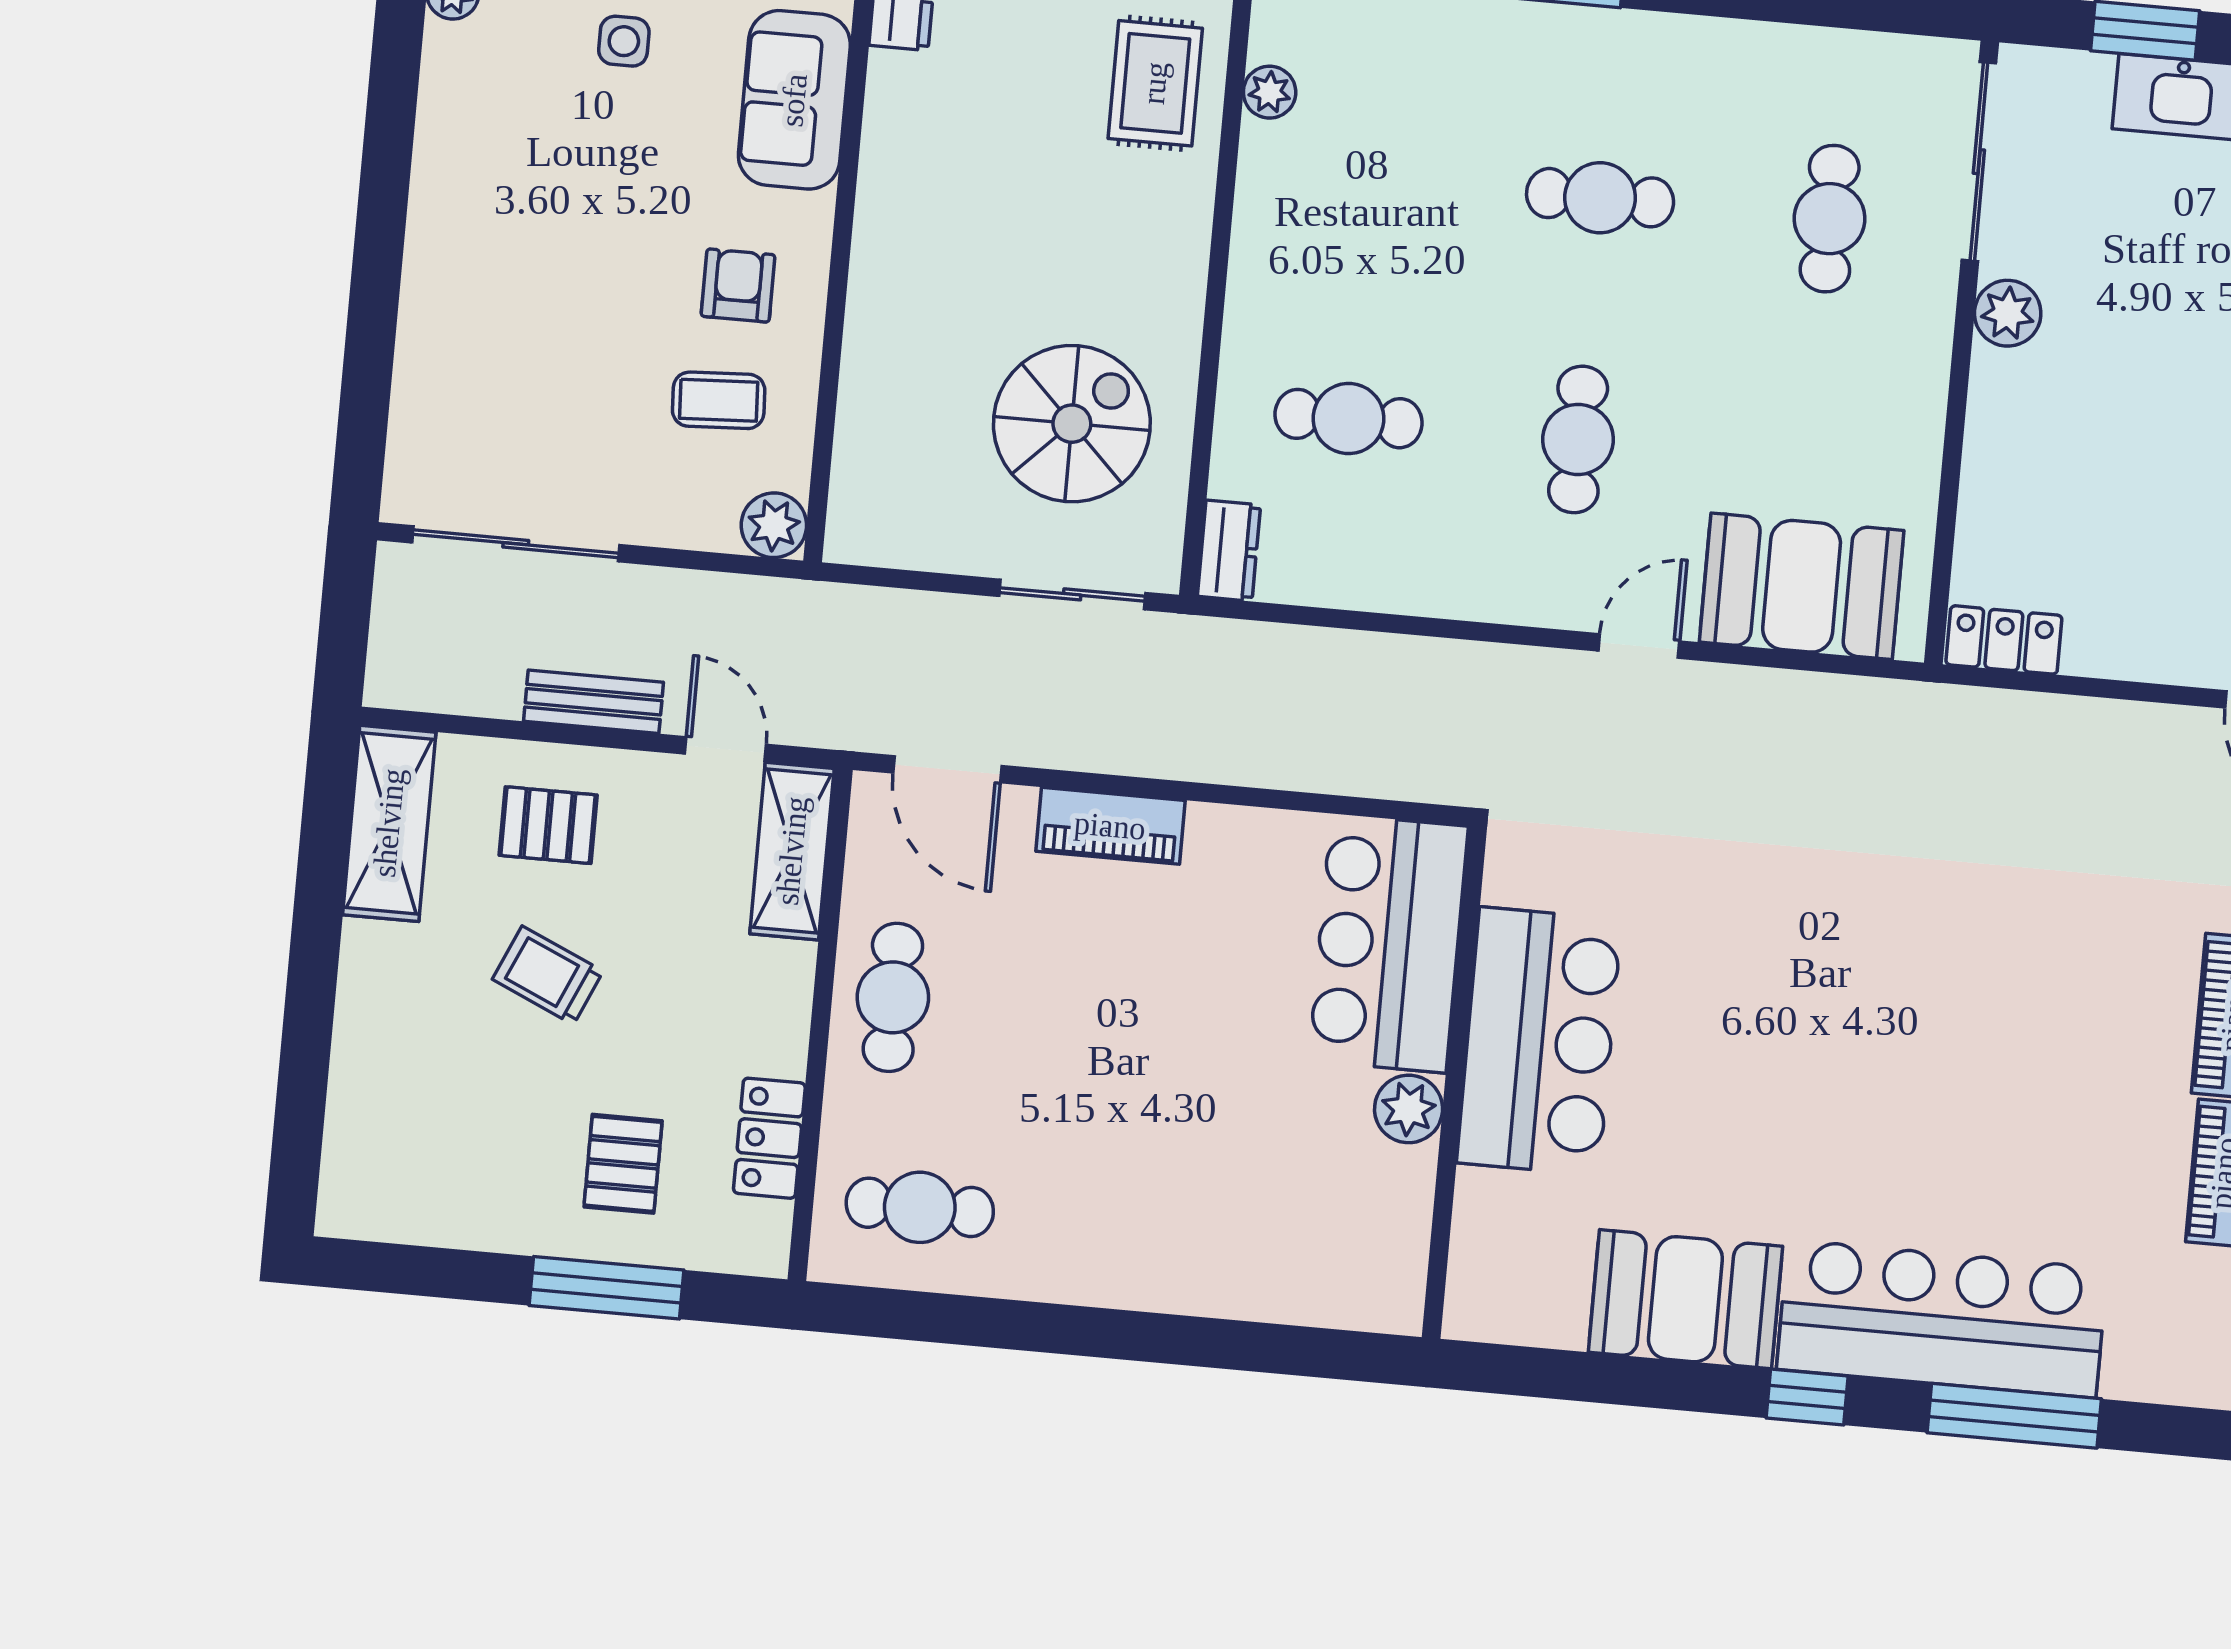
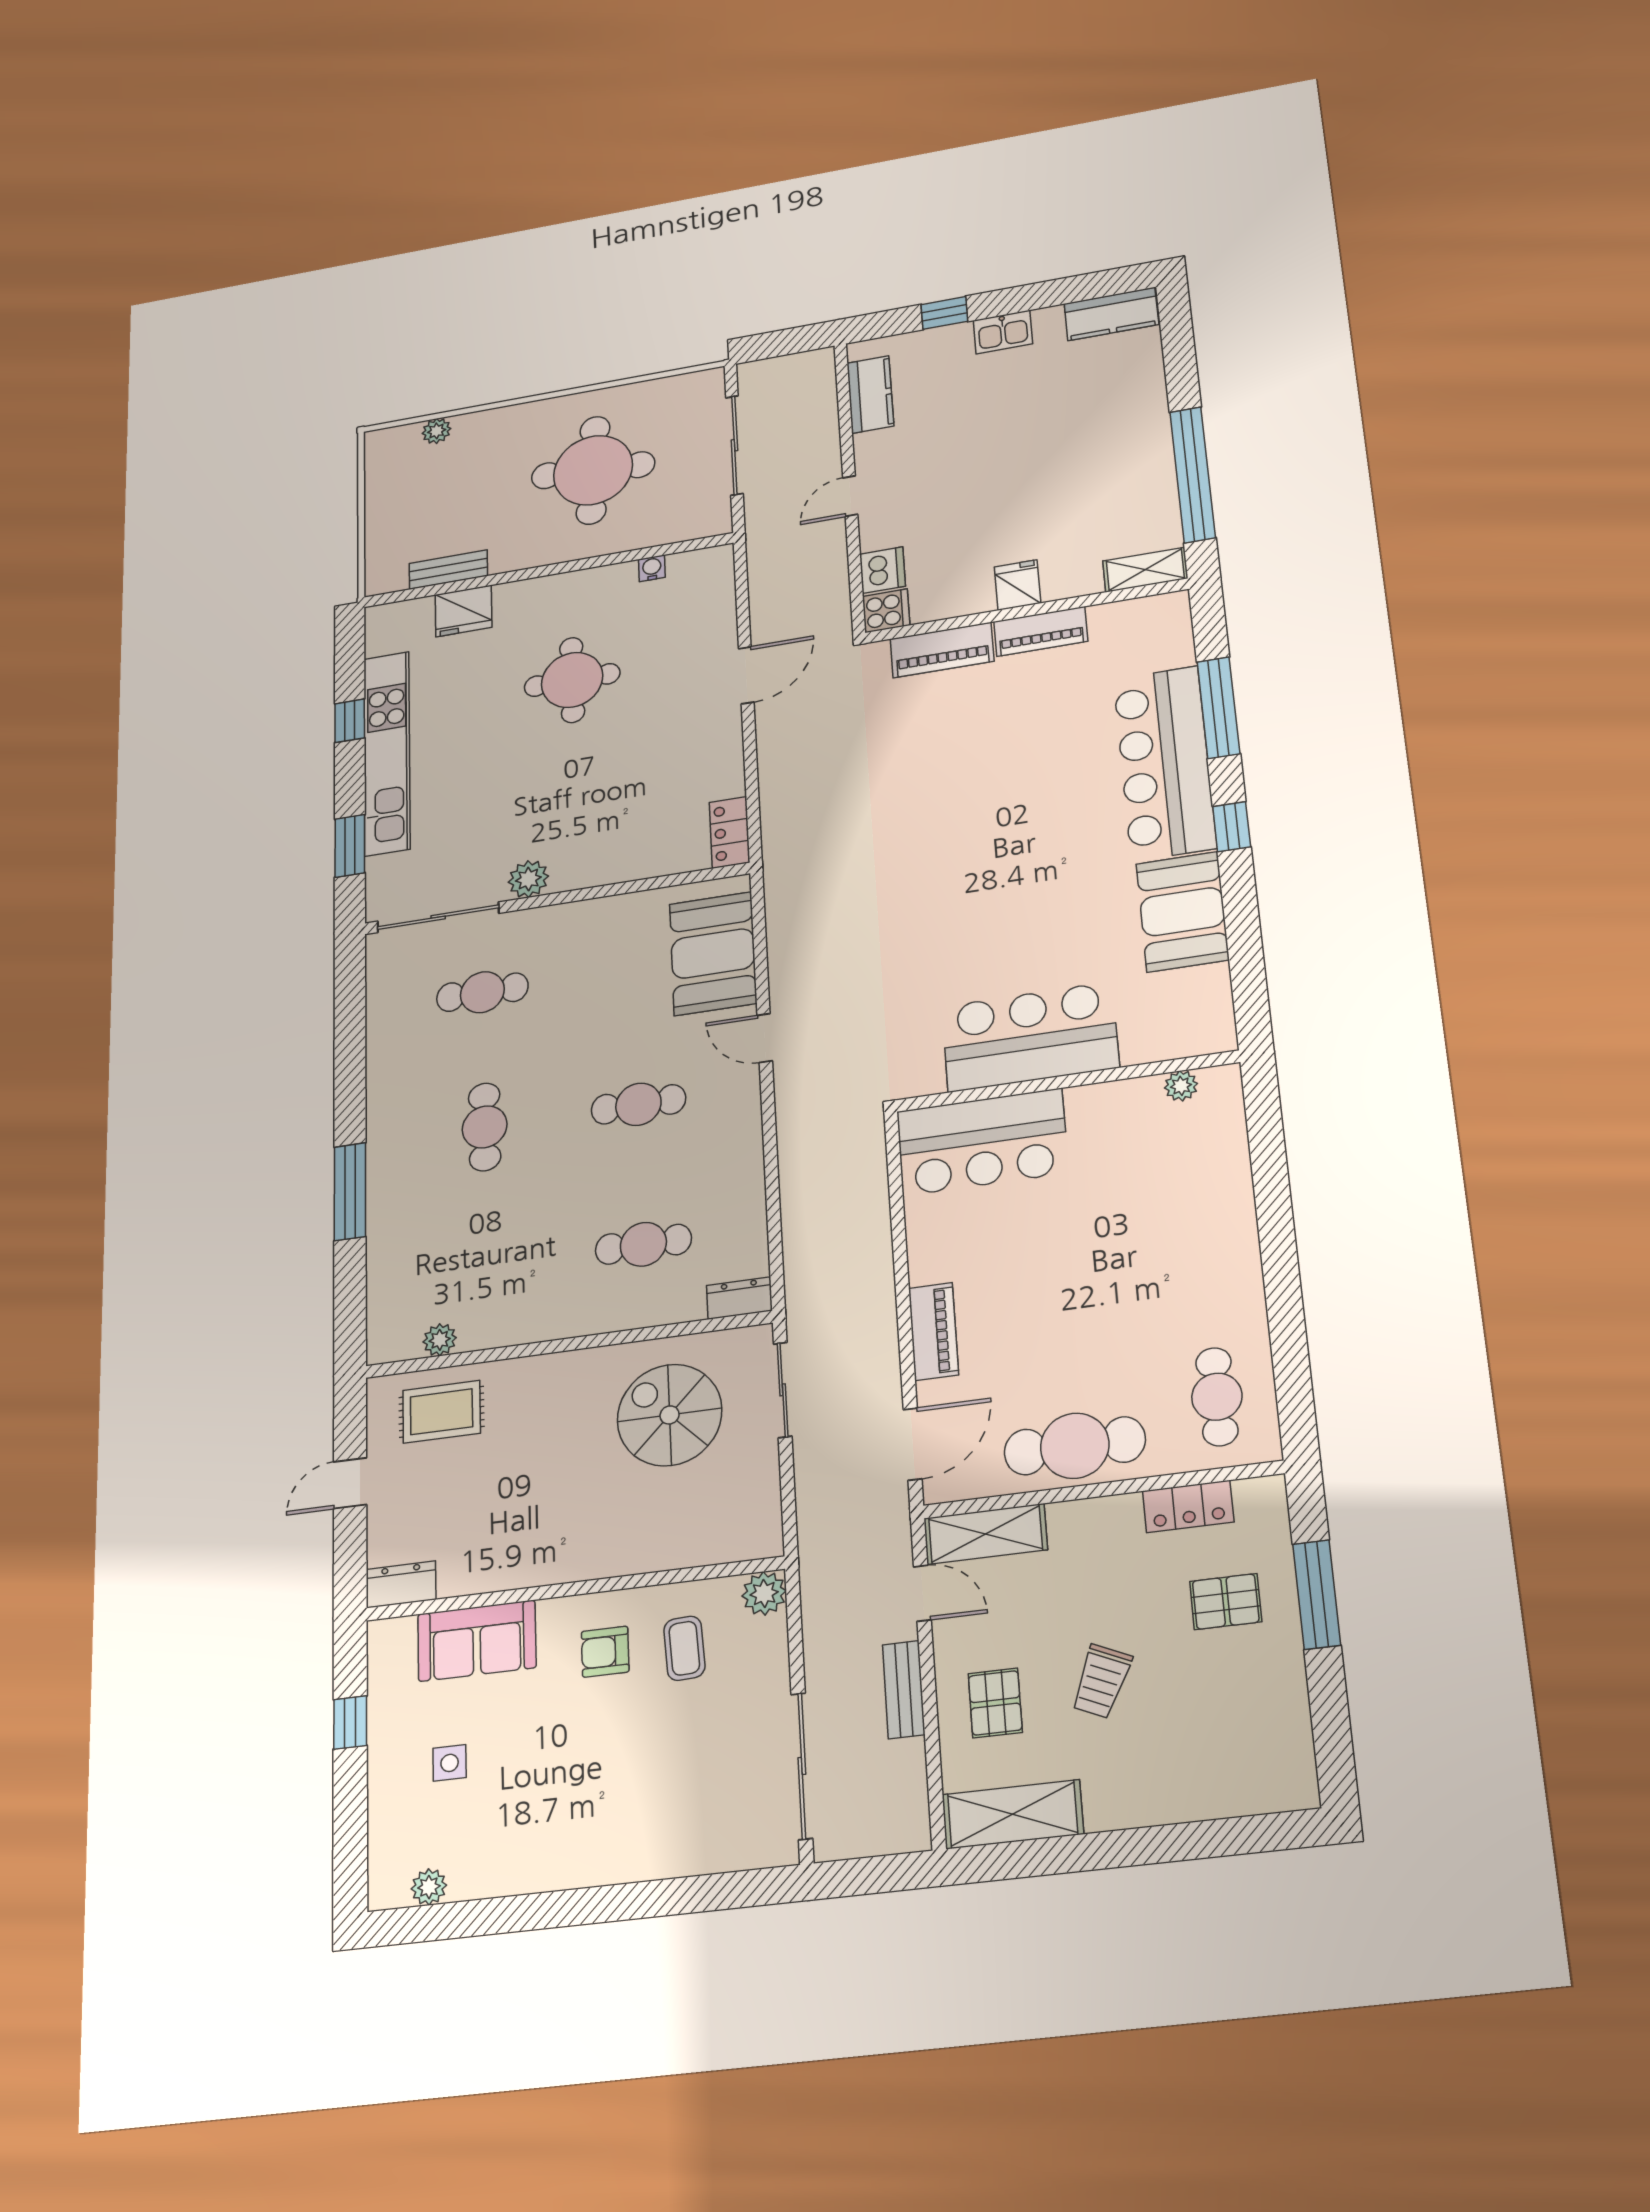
cafe table: (1349, 419) -> (643, 1244), turned 90
door: (726, 749) -> (922, 1593), swing flipped
cafe table: (893, 997) -> (1075, 1446), width x1.37, depth x1.35
plant: (1409, 1109) -> (1181, 1086), moved, width x0.73, depth x0.73

